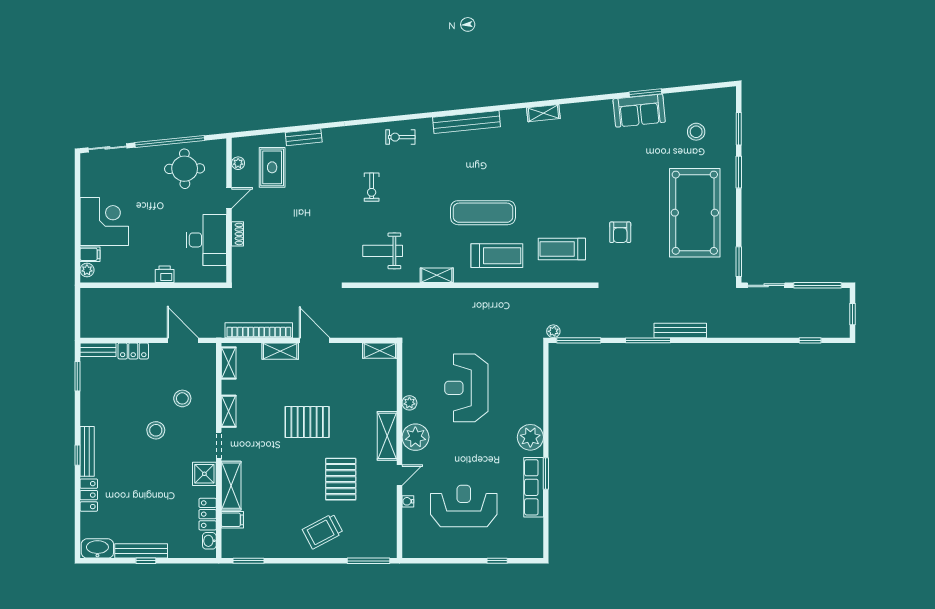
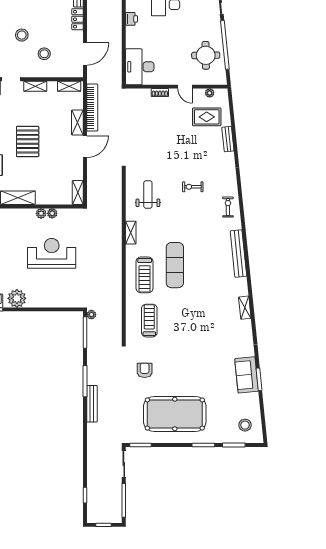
stool: (696, 132) -> (245, 425), moved
armchair: (620, 232) -> (145, 370), moved, turned 90
desk: (206, 240) -> (140, 67), moved, turned 90
printer: (165, 274) -> (131, 19), moved
plant: (415, 437) -> (52, 213), moved, width x0.53, depth x0.53

